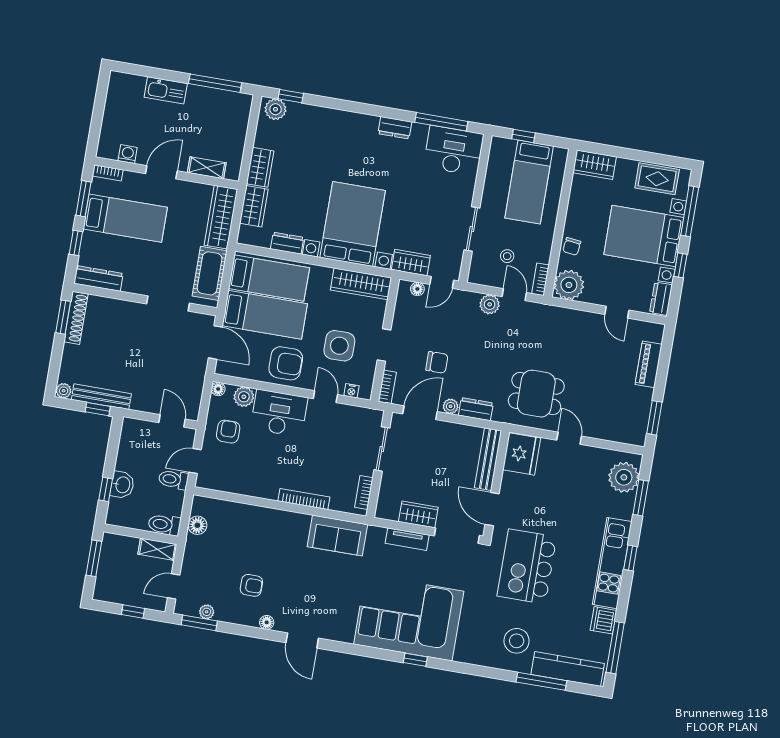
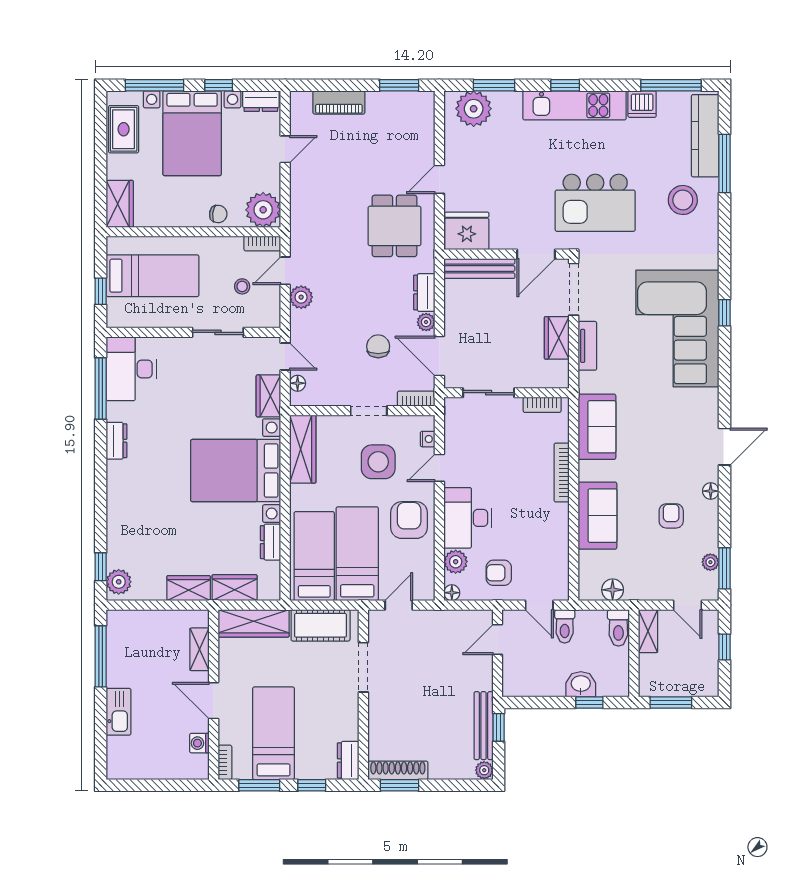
dresser: (98, 278) -> (348, 760), width x0.70
door: (215, 342) -> (399, 605), width x0.73
sofa: (262, 523) -> (597, 516), added

